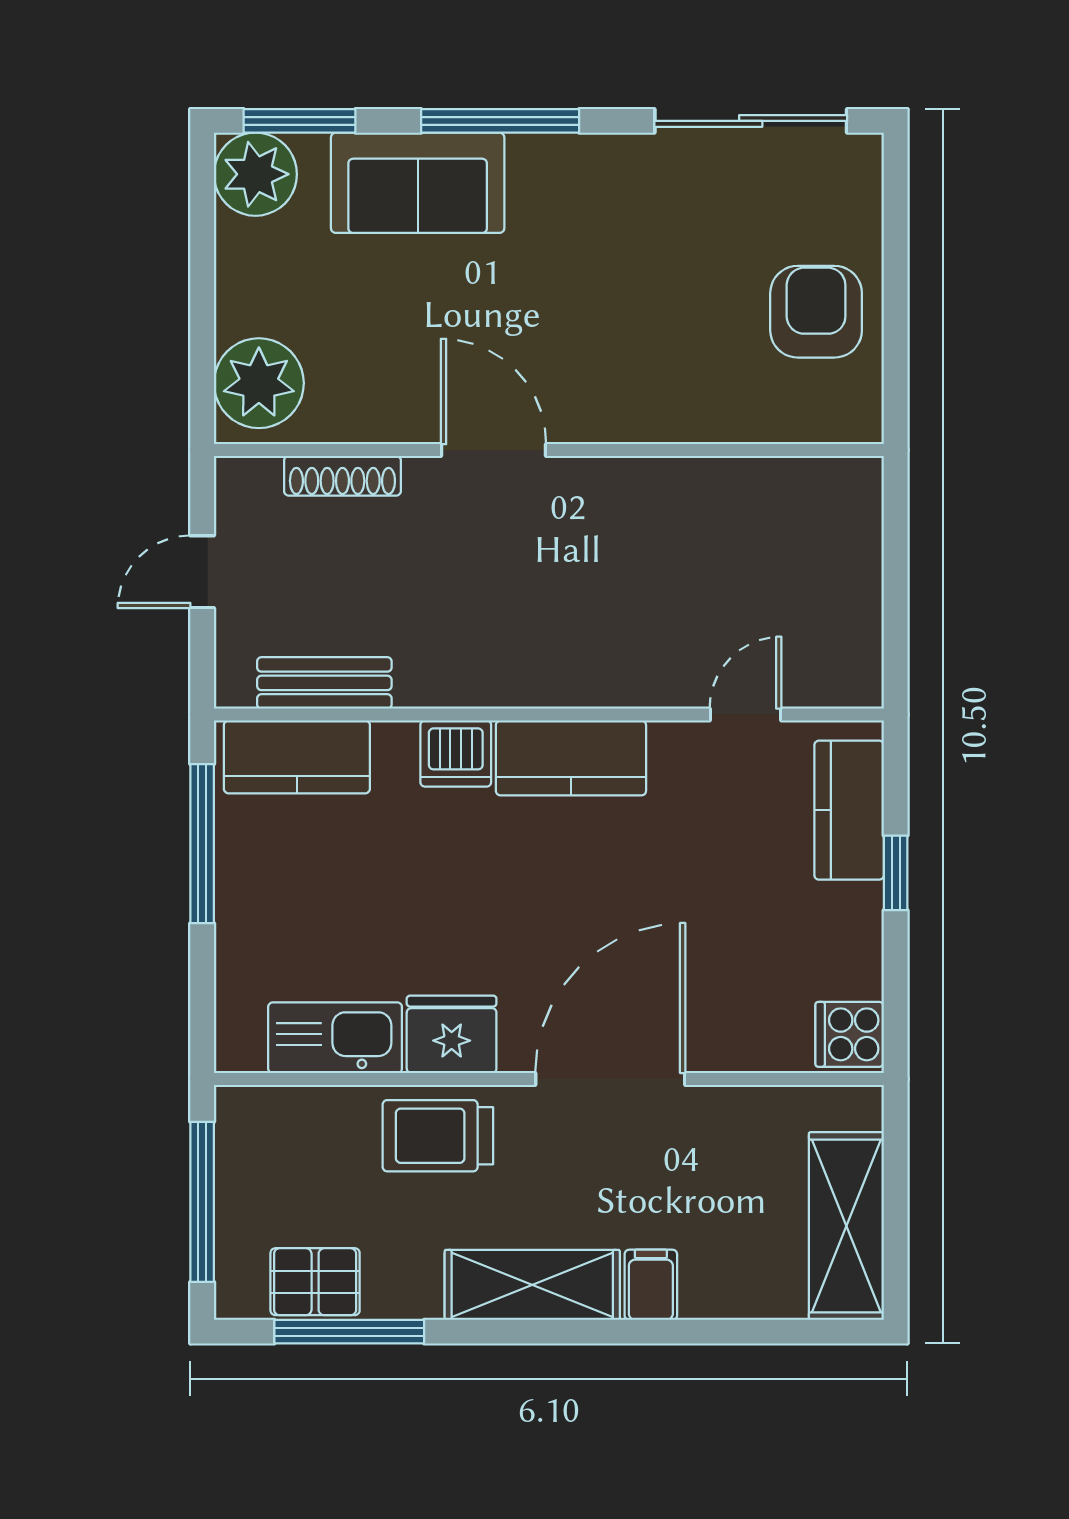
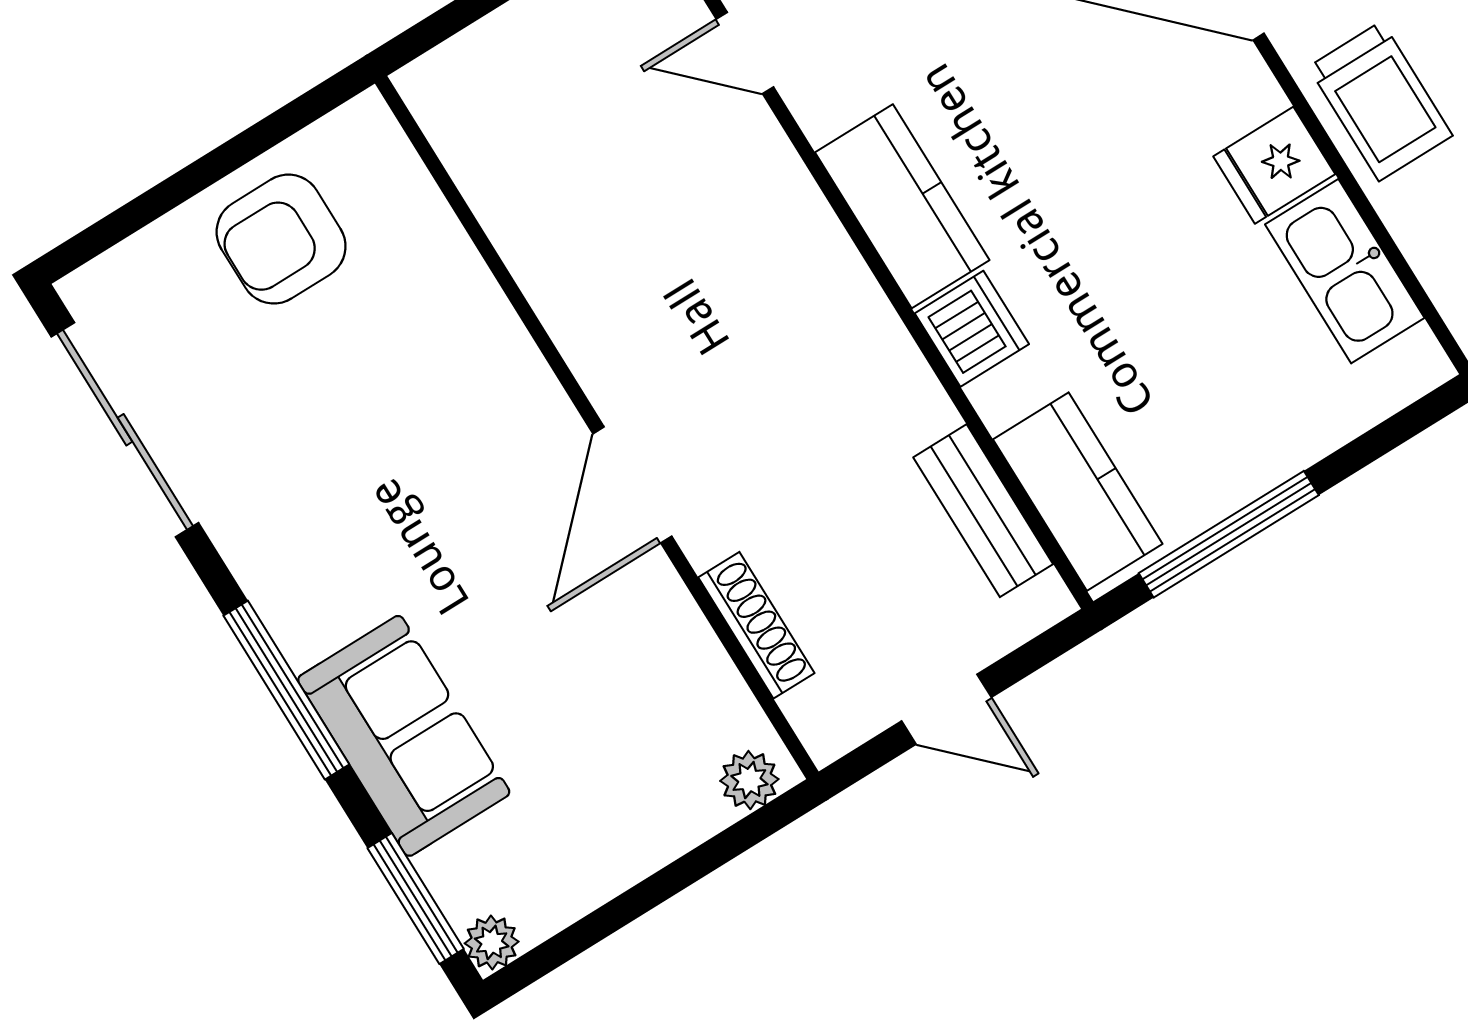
plant: (255, 174) -> (492, 942), width x0.53, depth x0.53
plant: (259, 383) -> (749, 780), width x0.53, depth x0.53
fridge: (452, 1034) -> (1274, 165), width x0.72

